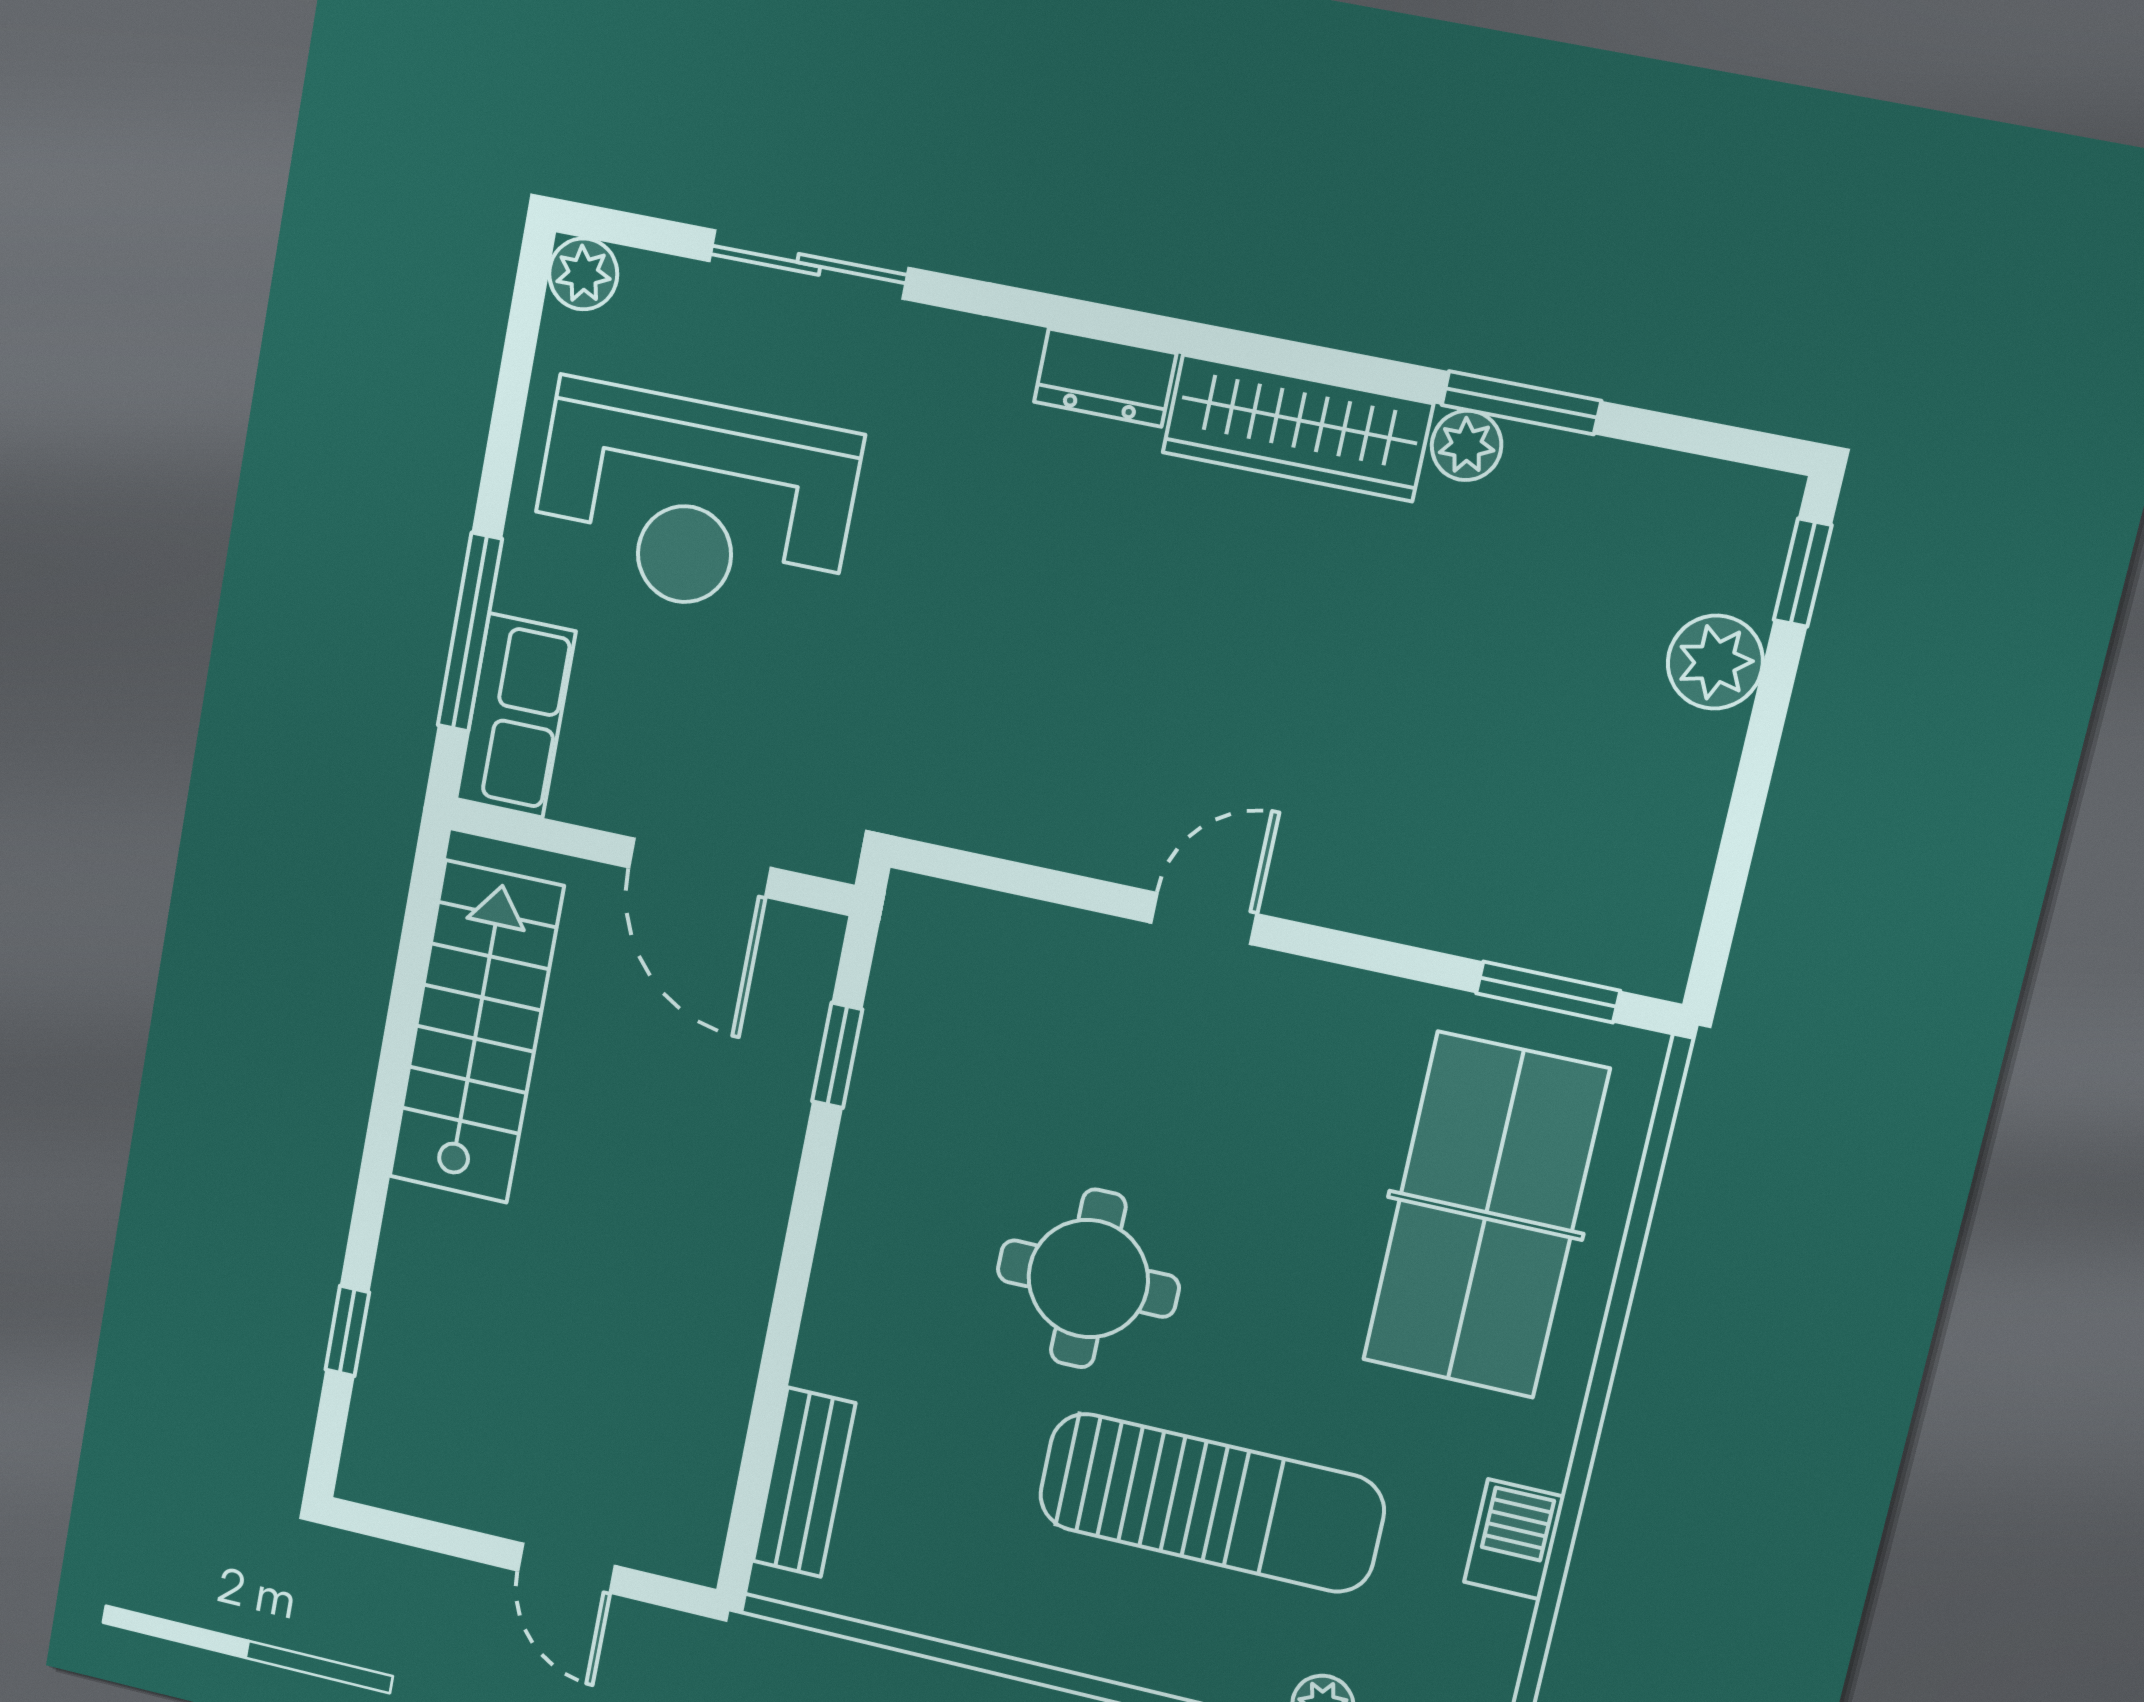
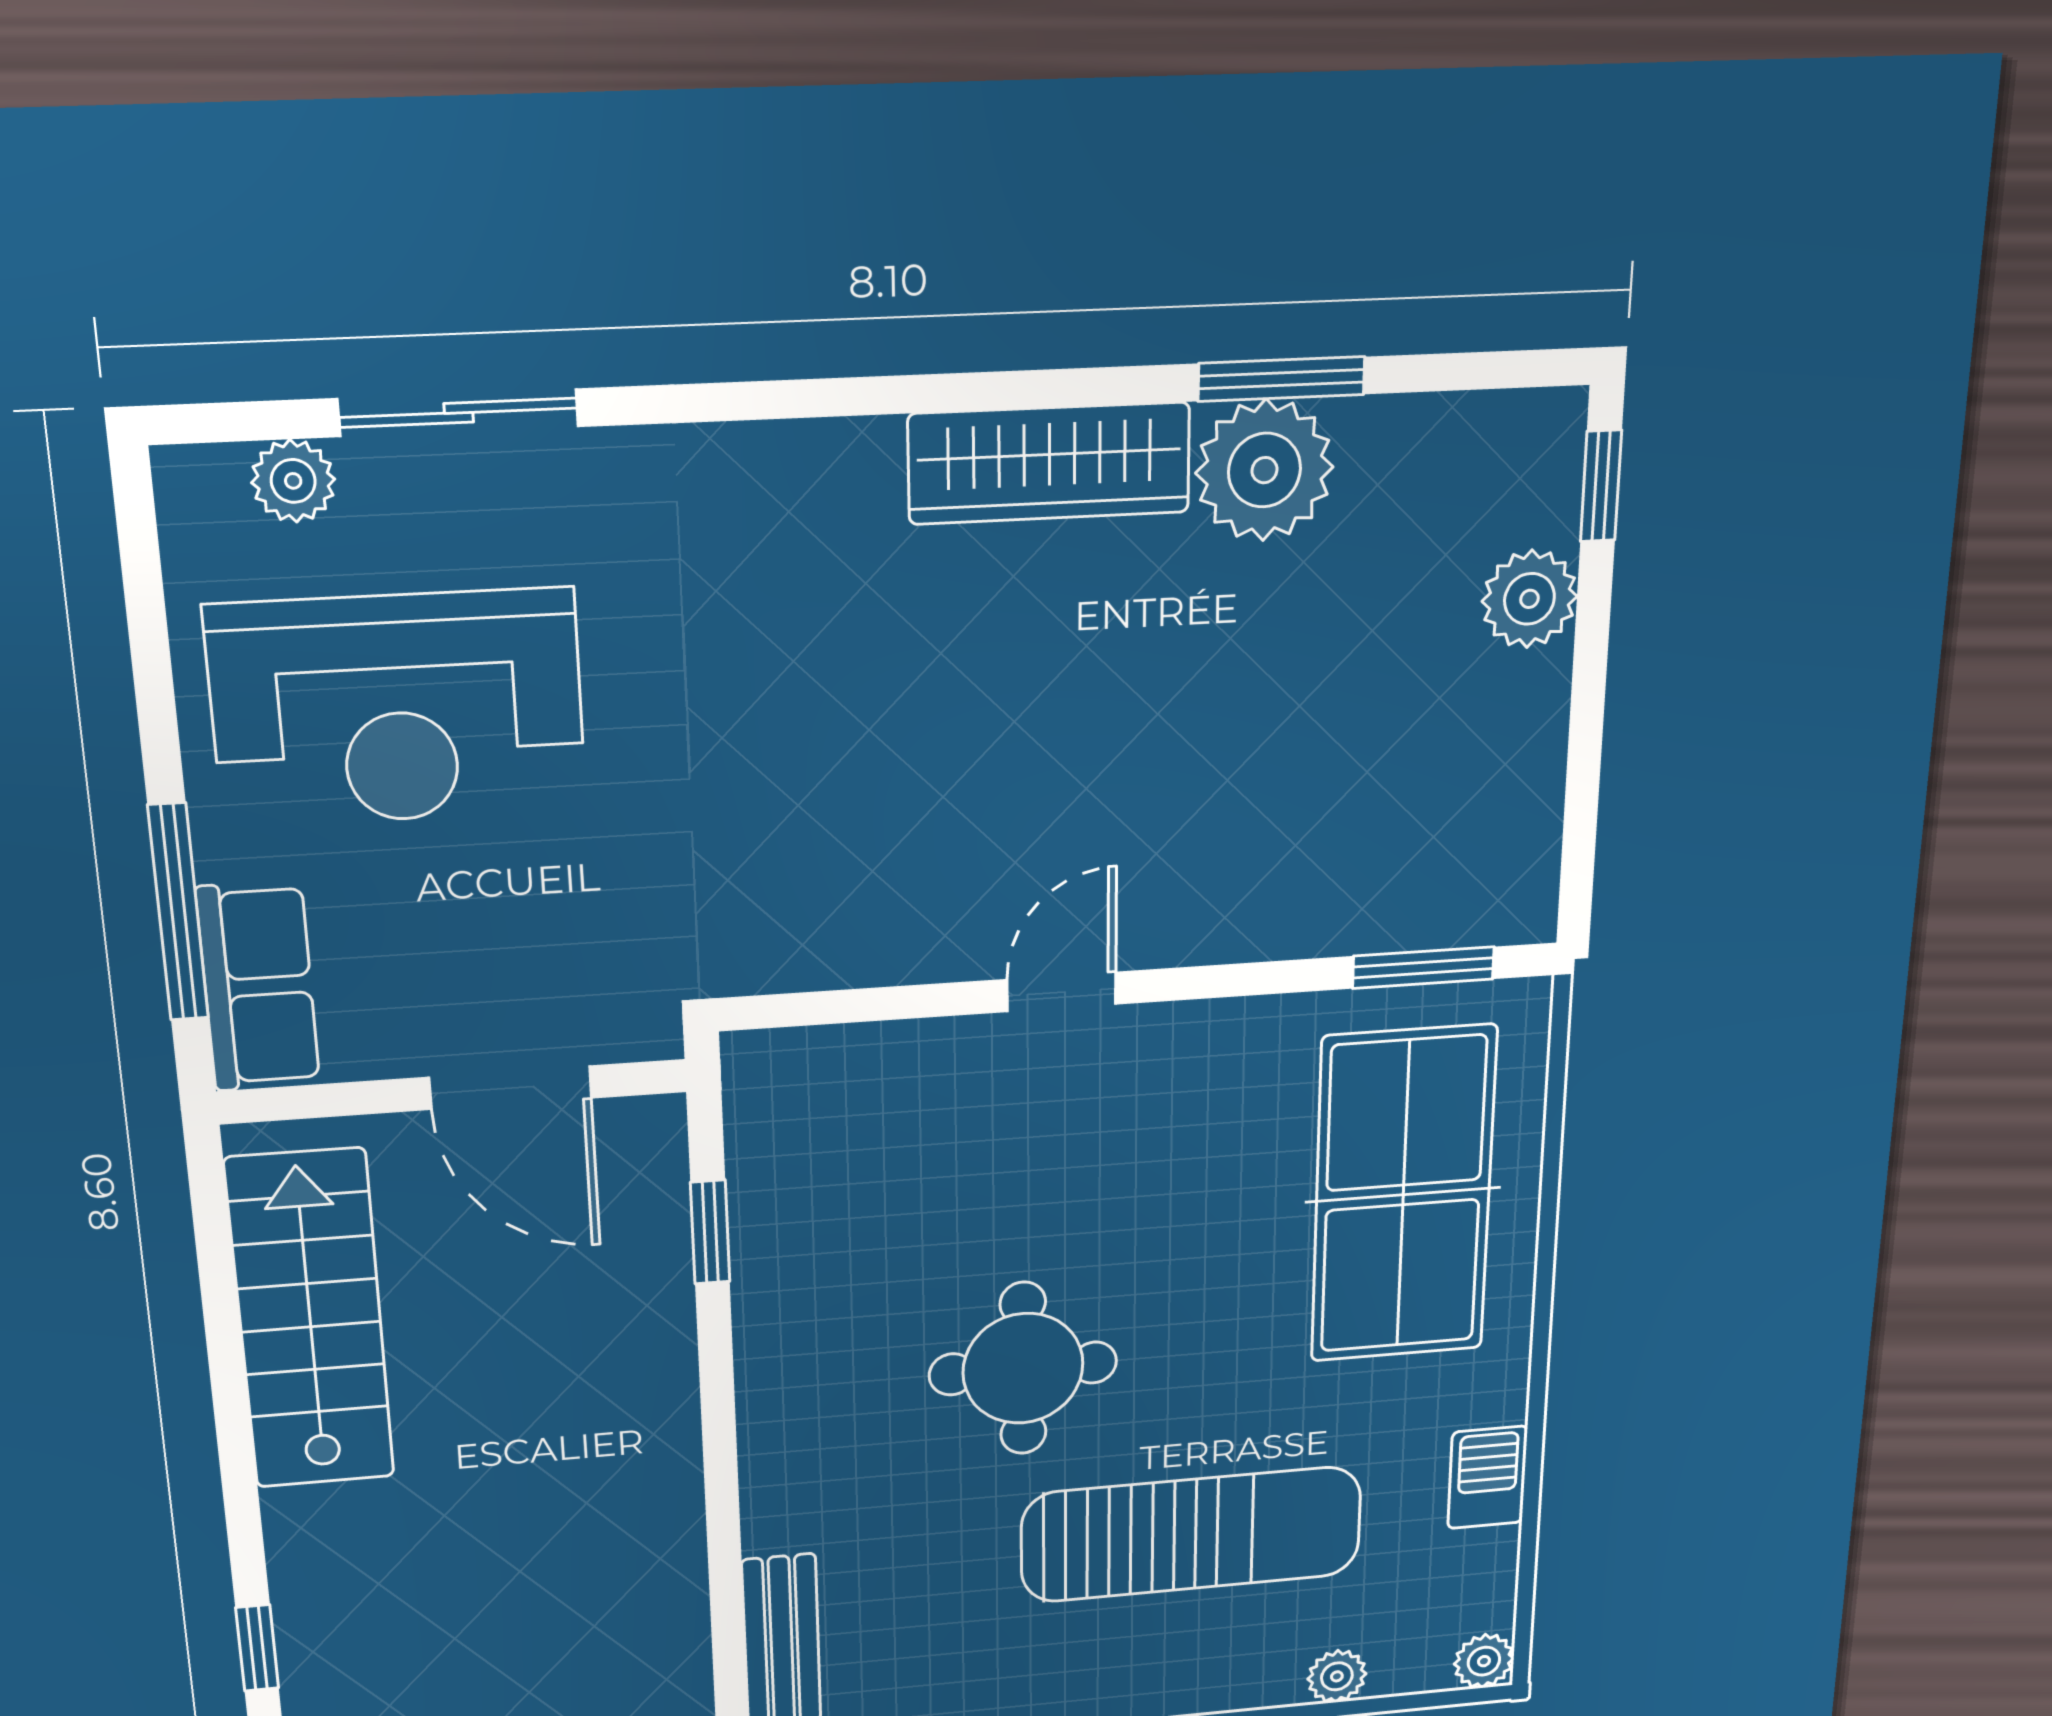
plant: (583, 274) -> (293, 481), moved
dresser: (1105, 378) -> (827, 459), removed
plant: (1467, 445) -> (1265, 470), width x1.87, depth x1.87

